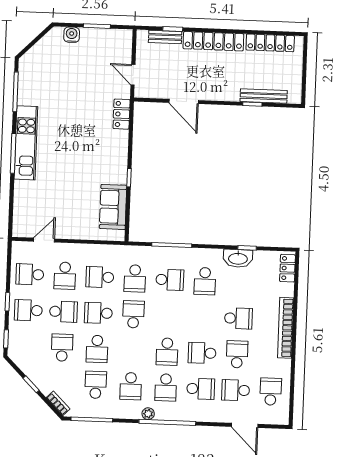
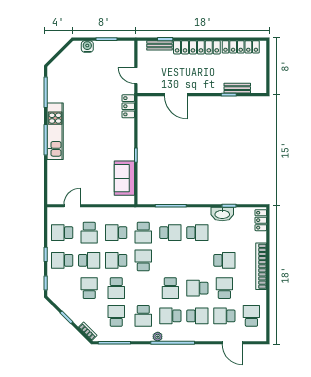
bench: (264, 96) -> (237, 88), width x0.73
school desk: (205, 281) -> (197, 233), turned -90
school desk: (166, 387) -> (170, 316), turned 90

